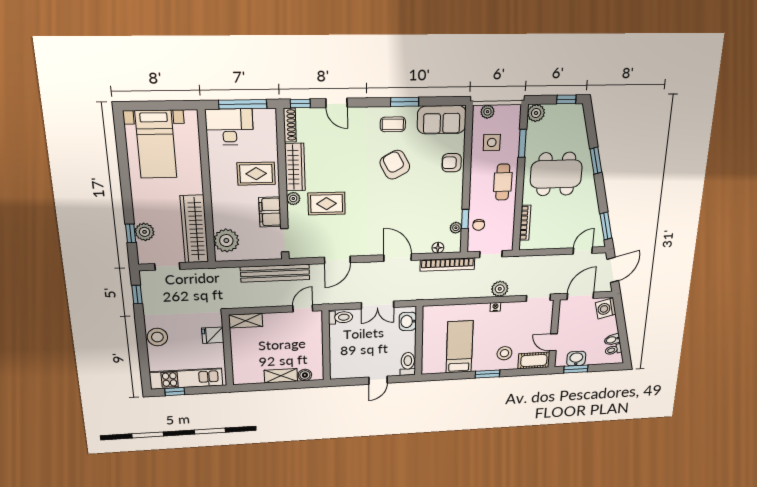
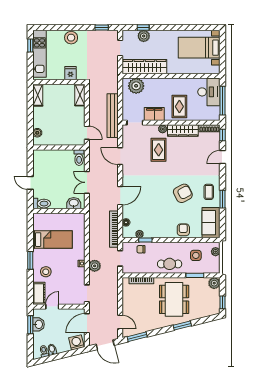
door: (580, 296) -> (87, 323), swing flipped
shelving: (281, 376) -> (38, 95), moved

